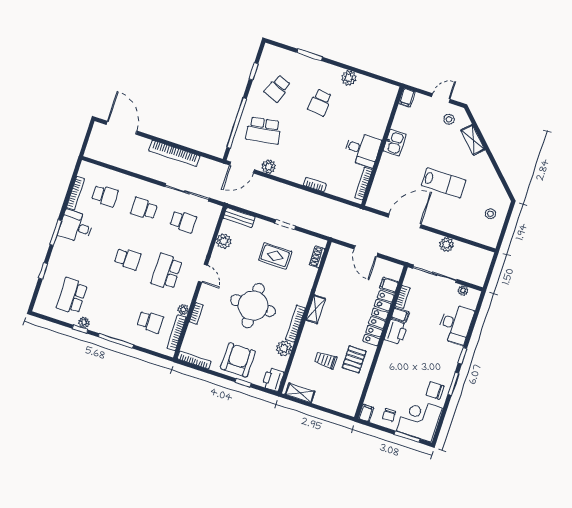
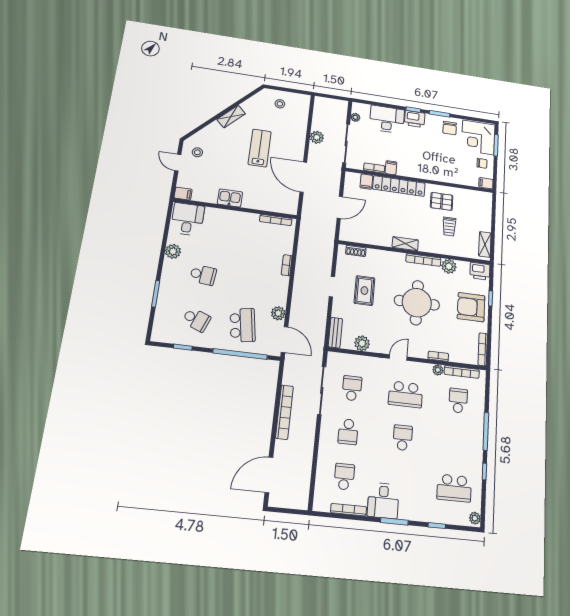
shelving: (473, 140) -> (231, 117), moved
desk: (362, 149) -> (188, 219), moved
plant: (84, 322) -> (475, 518), moved
printer: (396, 332) -> (415, 119), moved, turned 180

